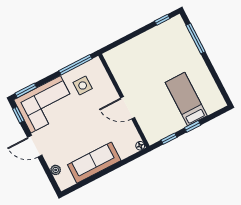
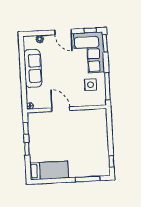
bed: (186, 99) -> (49, 170), moved
door: (128, 108) -> (61, 109), hinge flipped
door: (35, 146) -> (63, 32), swing flipped

